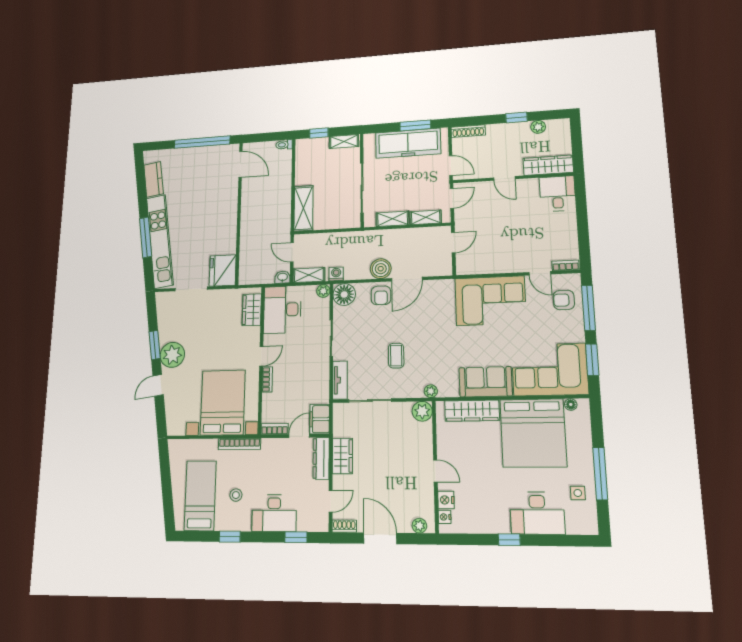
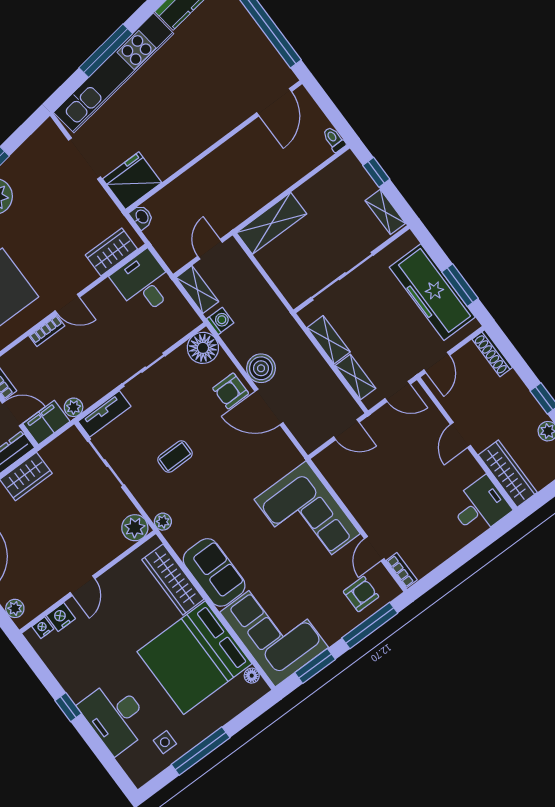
washbasin: (282, 277) -> (142, 217), moved
plant: (323, 291) -> (74, 407), moved
armchair: (564, 300) -> (361, 594), turned 90
desk: (282, 310) -> (144, 283), width x0.73

